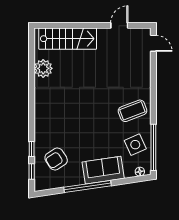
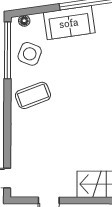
side table: (135, 145) -> (30, 54), turned 45

